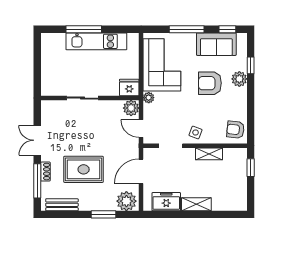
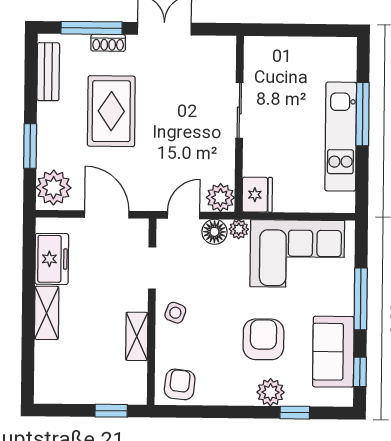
floor lamp: (150, 111) -> (214, 232), added

